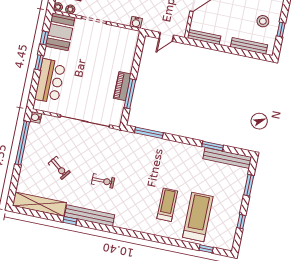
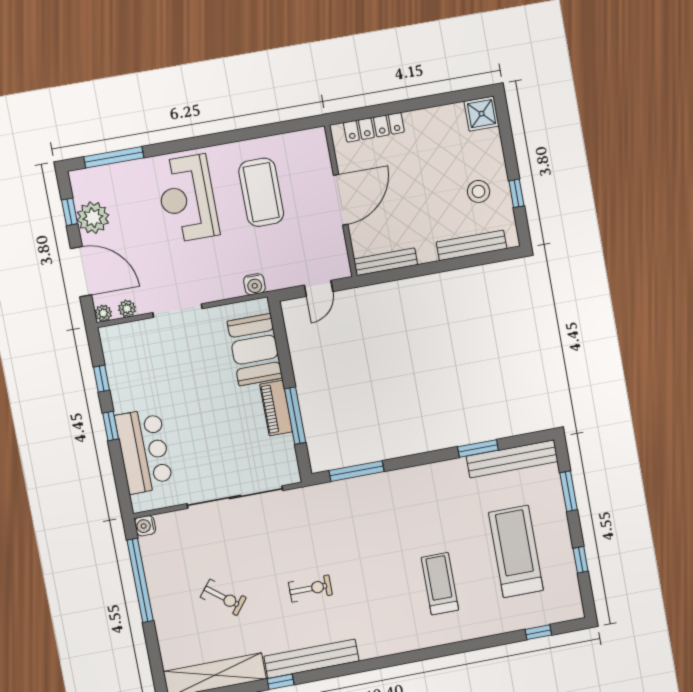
booth: (60, 32) -> (255, 350), moved
treadmill: (198, 217) -> (516, 551), moved

